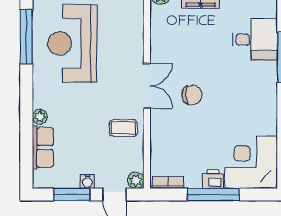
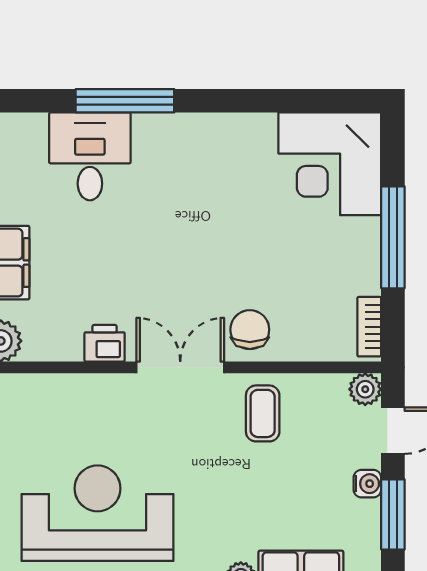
reception desk: (72, 43) -> (98, 513), turned 180
chair: (192, 95) -> (250, 330), moved
printer: (213, 179) -> (105, 343), moved, turned 90

